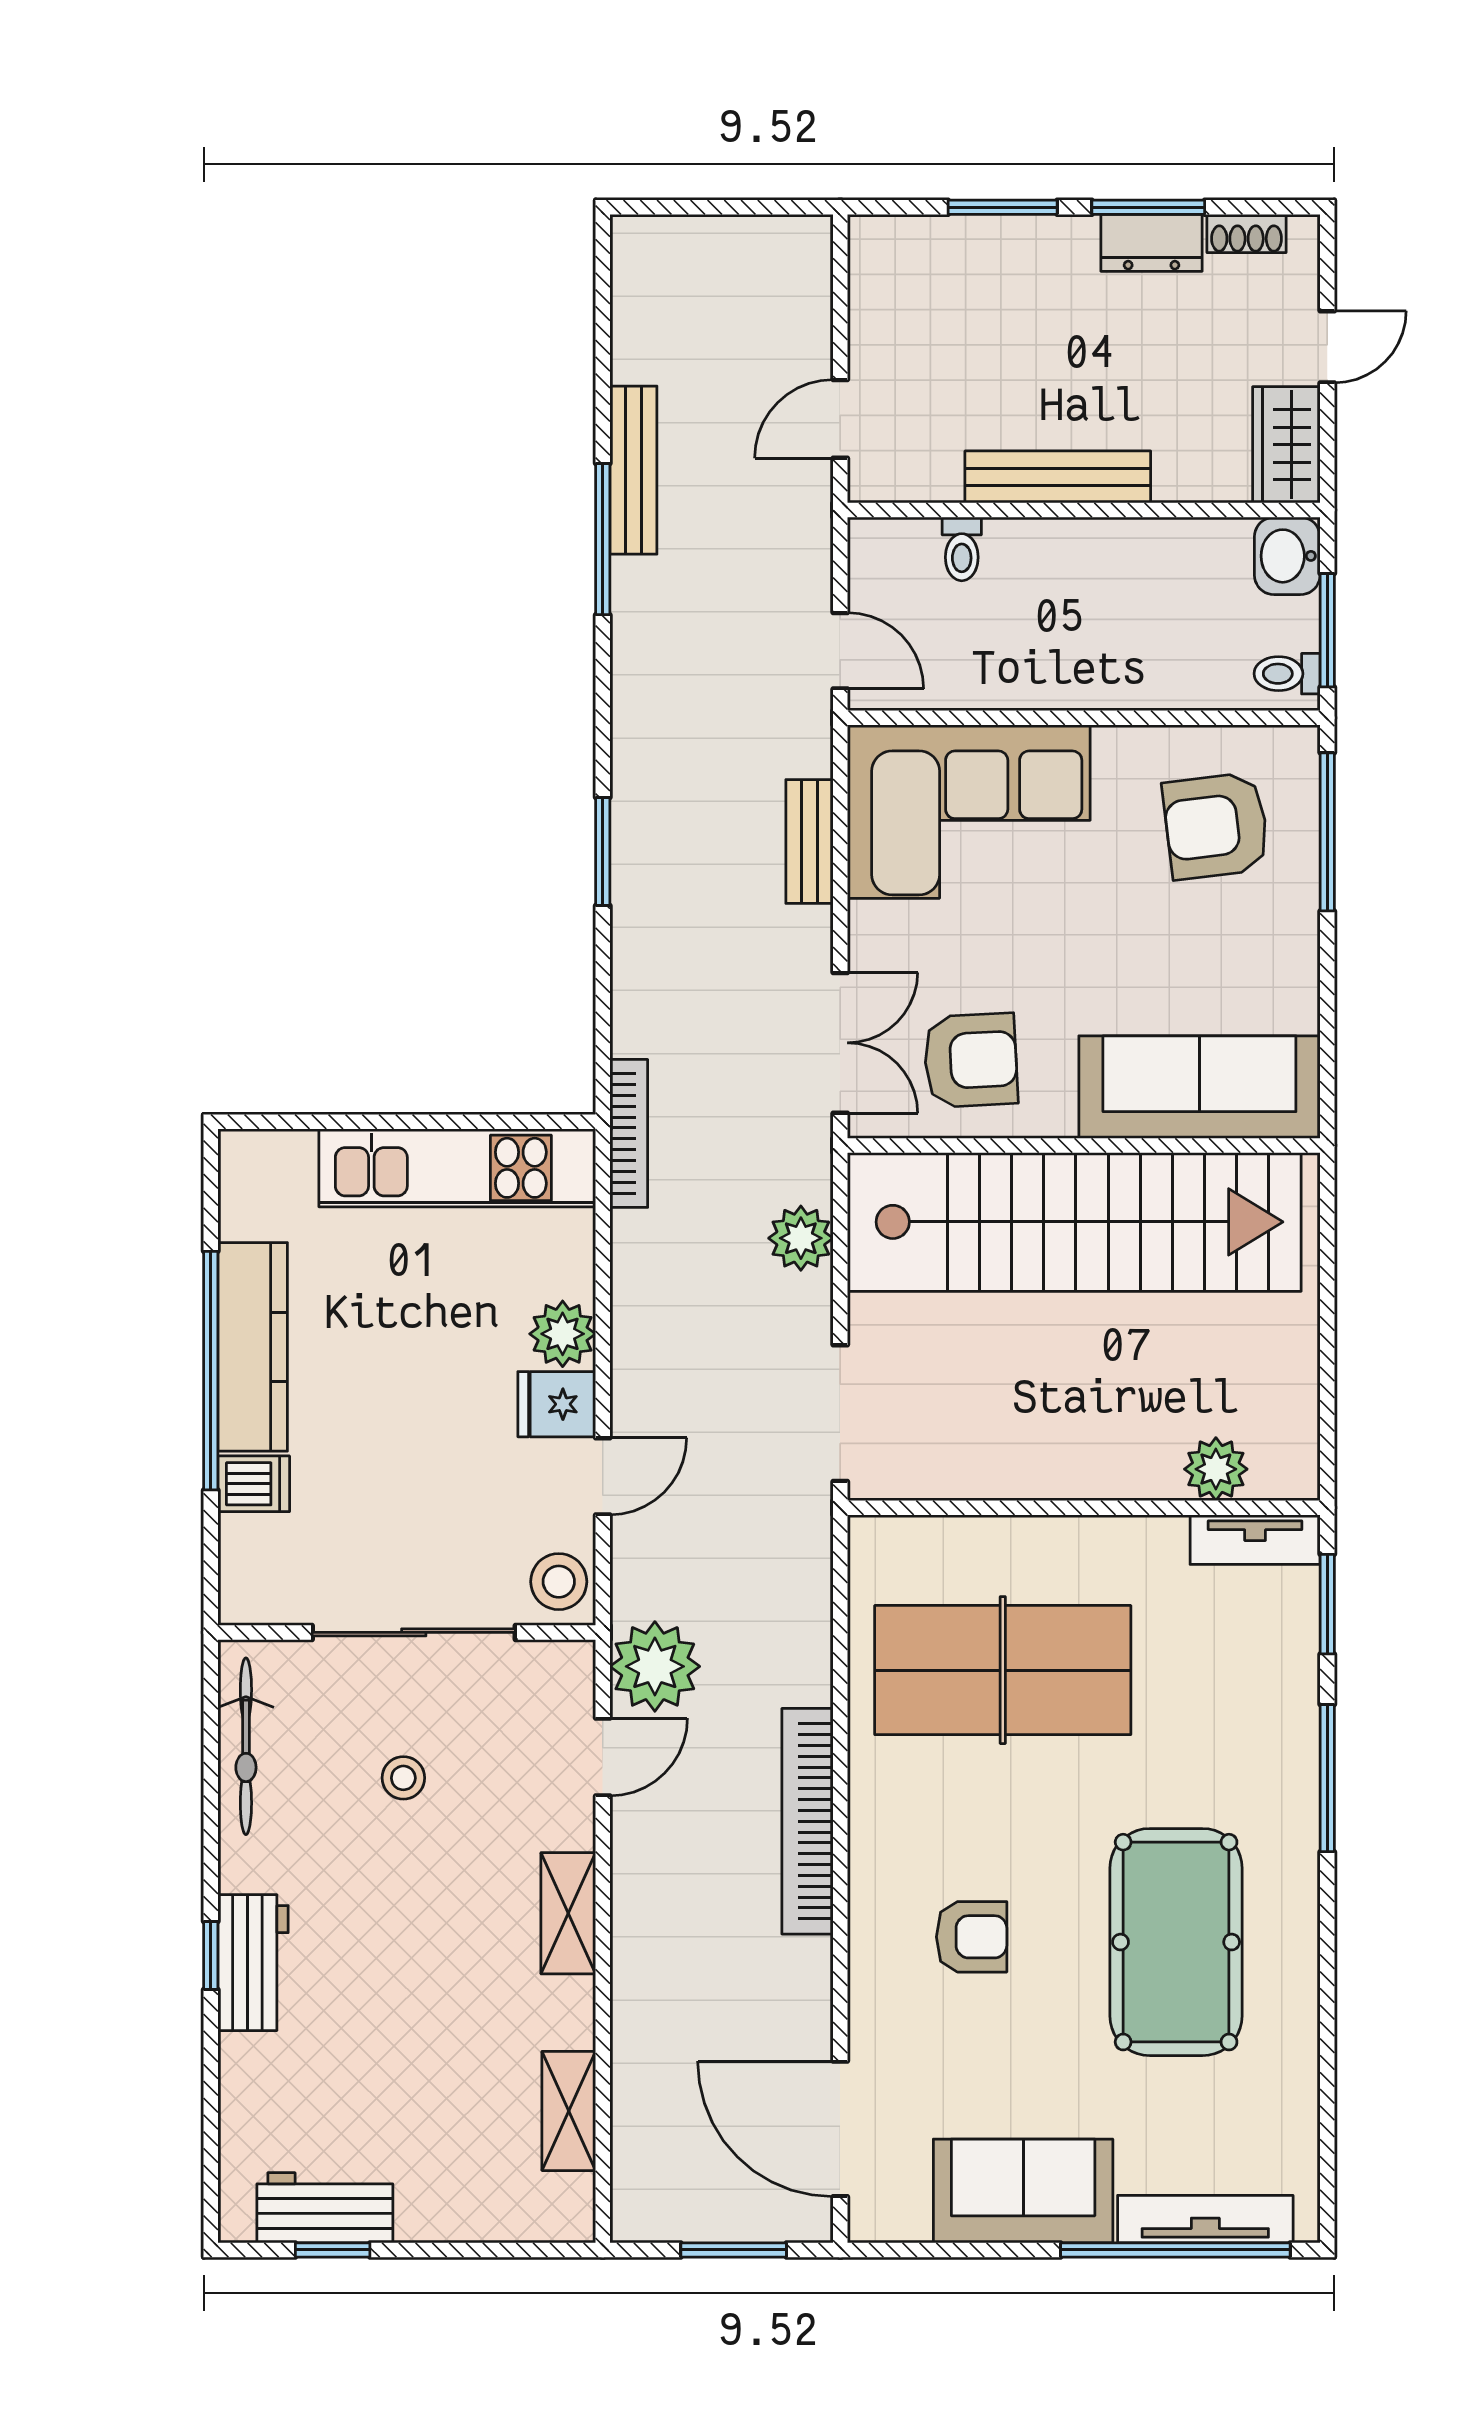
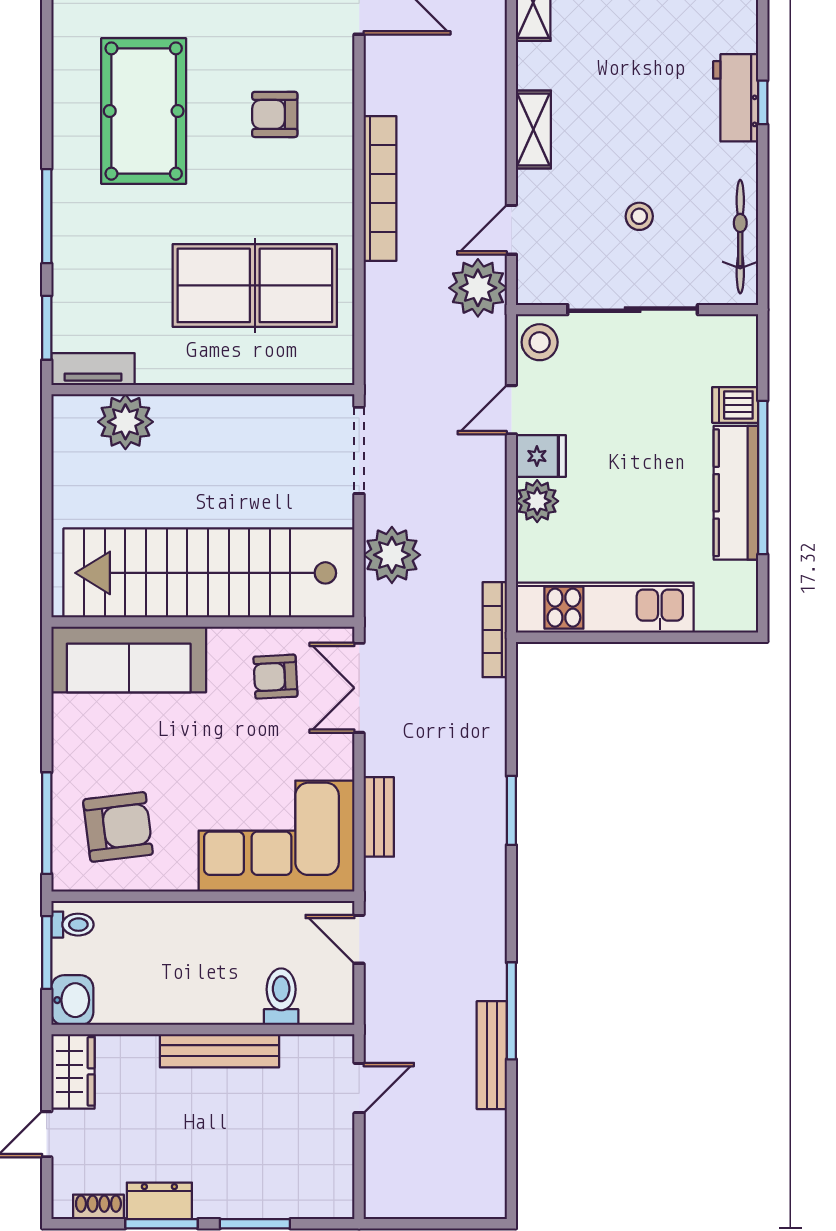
toilet: (962, 549) -> (281, 997), width x1.37, depth x1.39
armchair: (971, 1060) -> (275, 677), width x0.72, depth x0.72
plant: (801, 1238) -> (392, 555), width x1.36, depth x1.36
plant: (1216, 1469) -> (125, 422), width x1.36, depth x1.36

